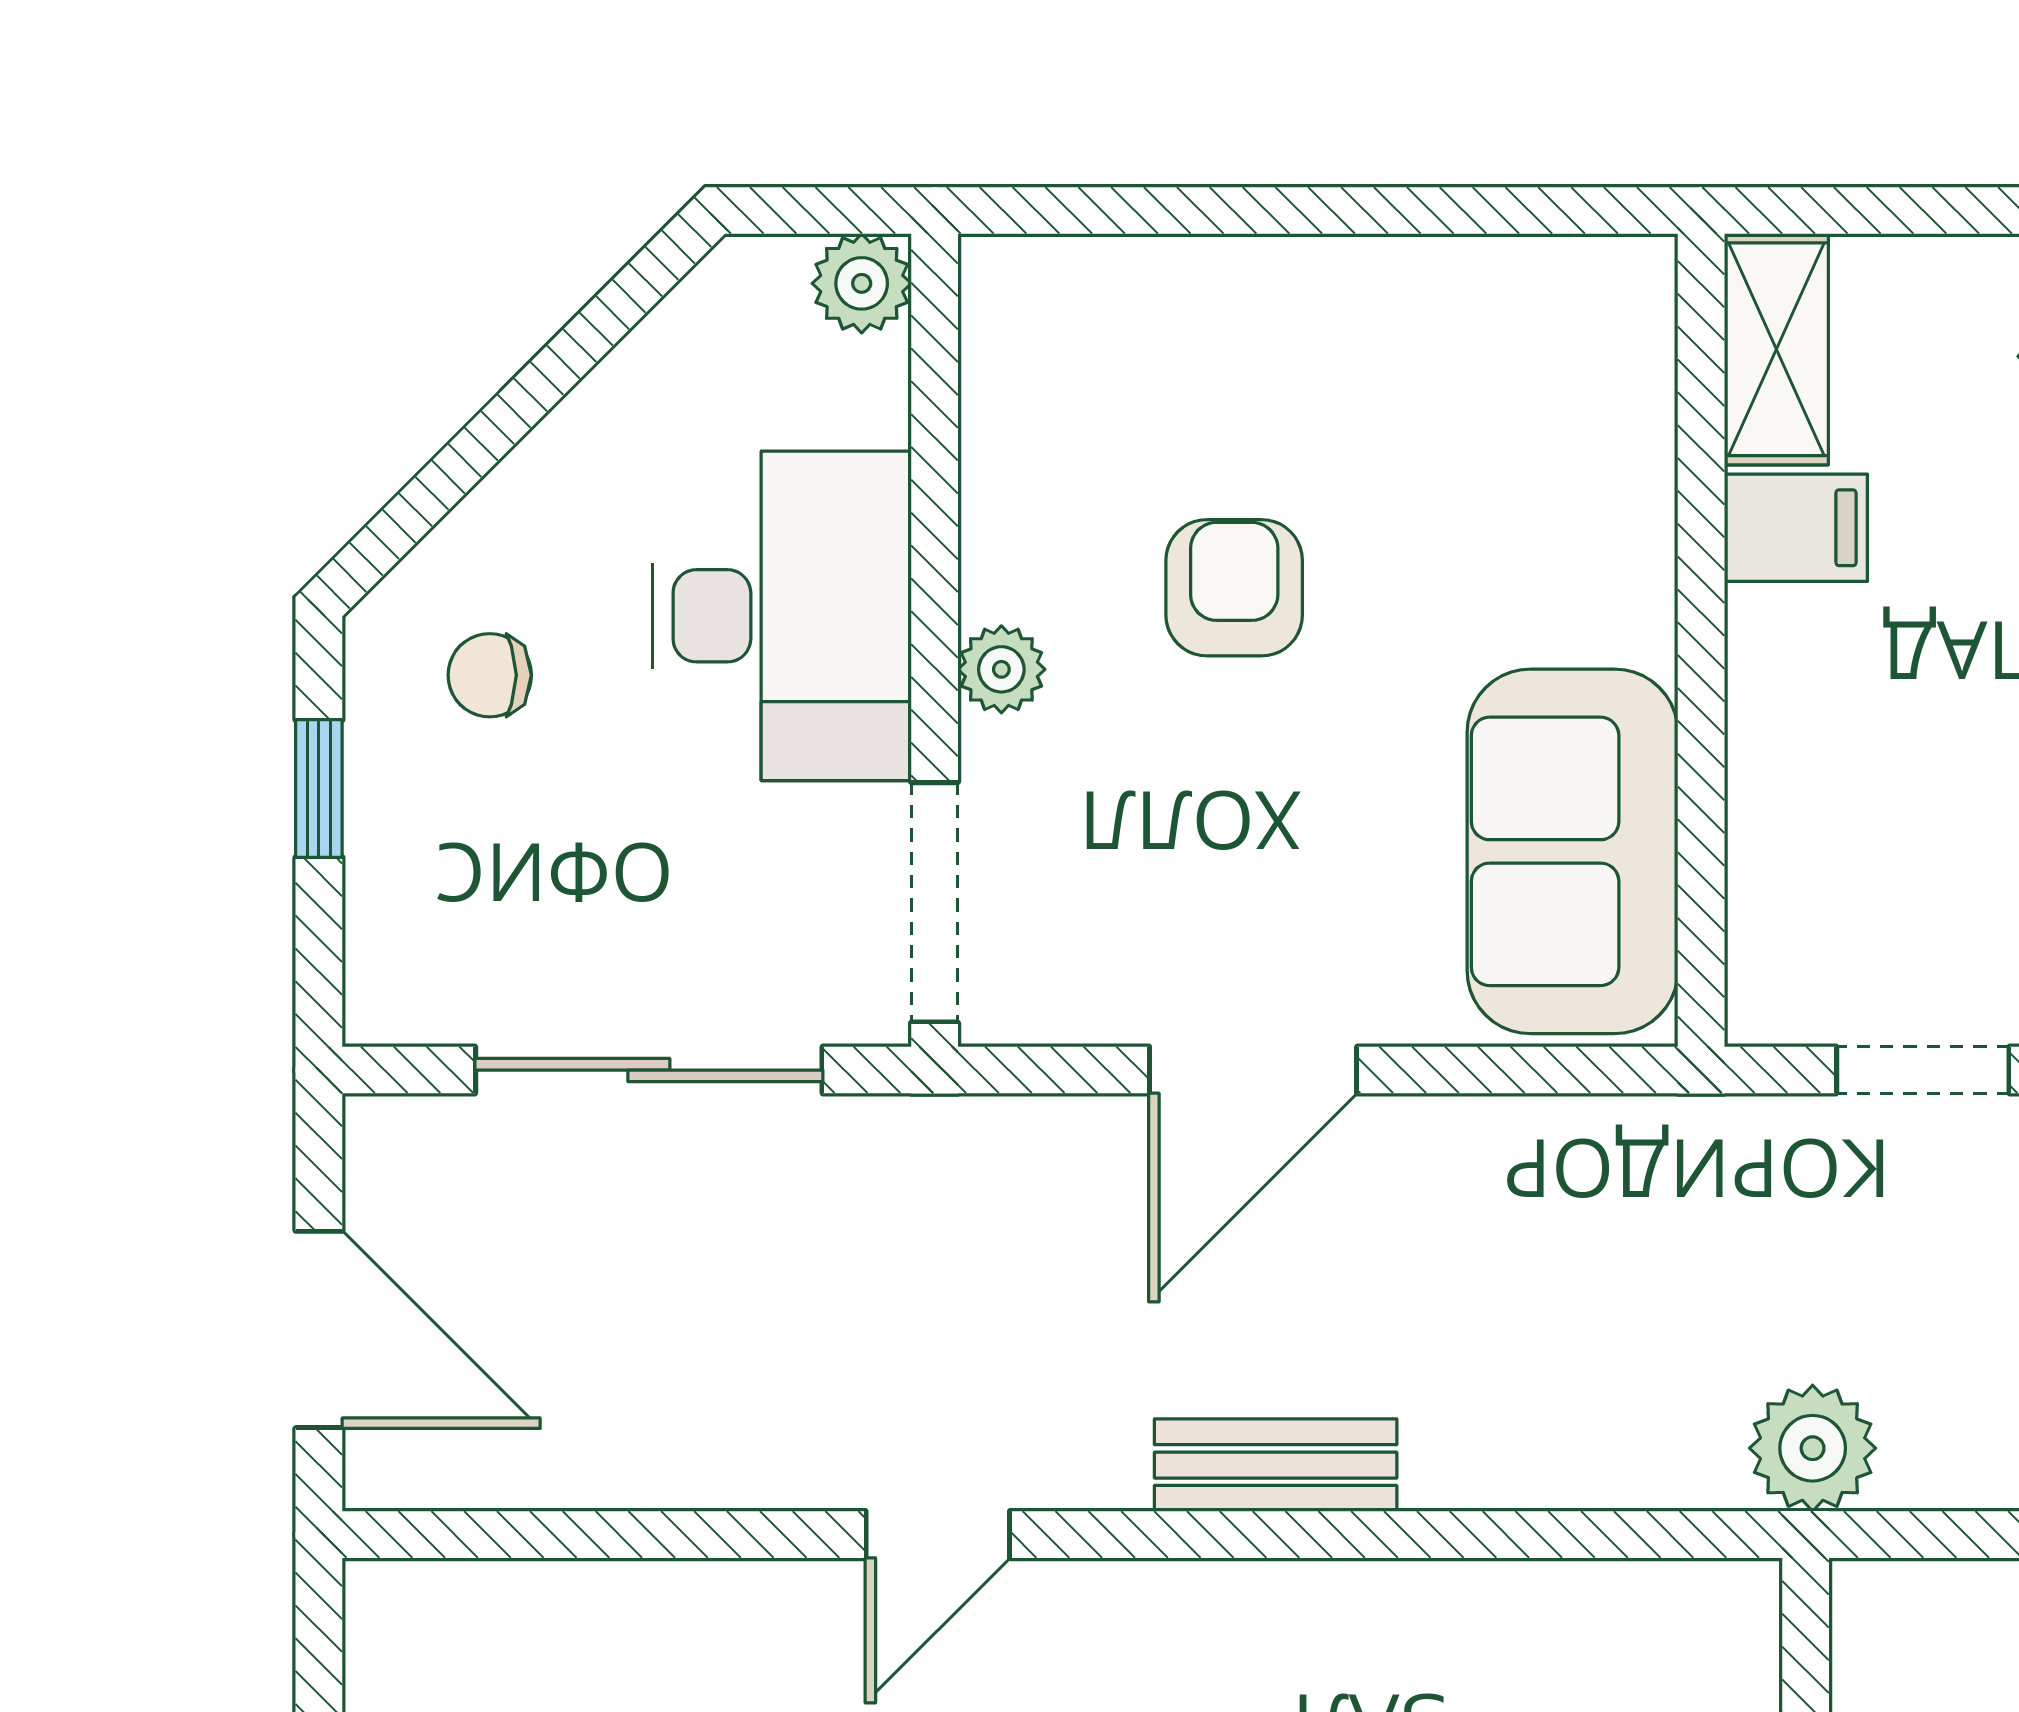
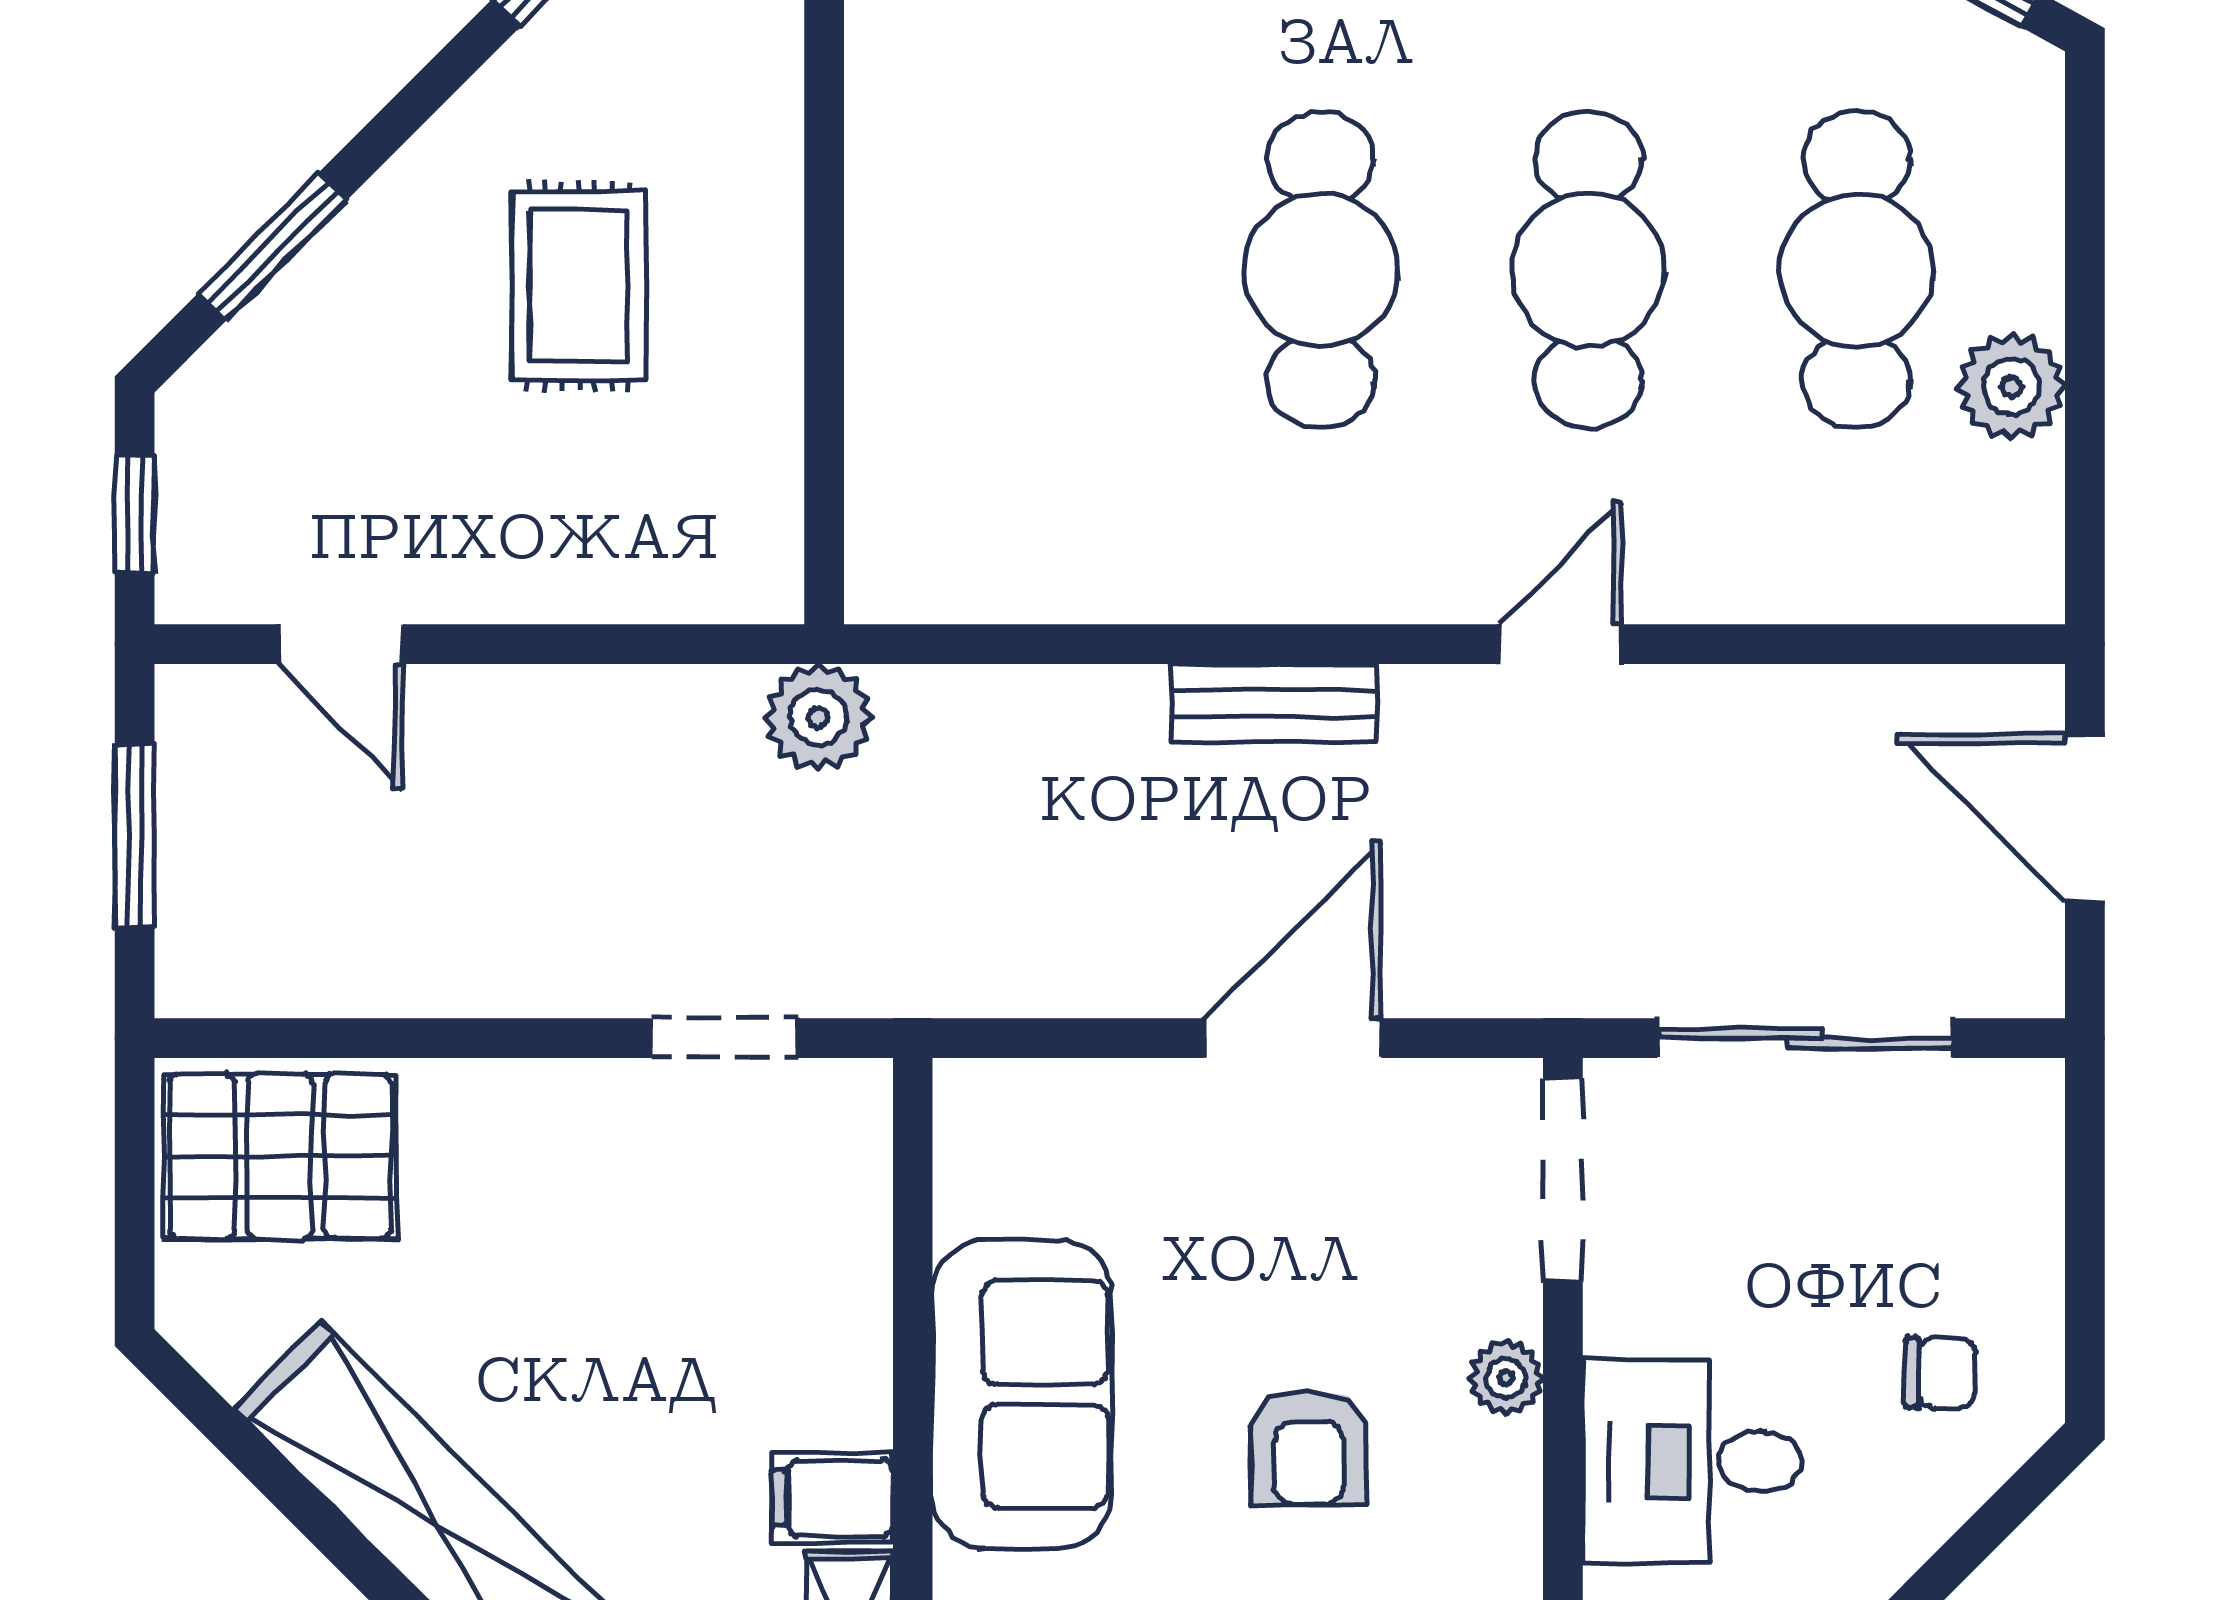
desk: (782, 616) -> (1692, 1461), width x0.73
window: (319, 789) -> (2085, 1277), removed
sofa: (1572, 851) -> (1022, 1394), moved

